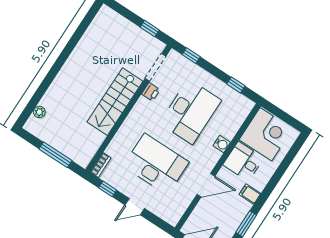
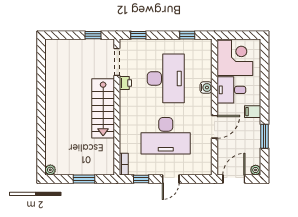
plant: (39, 112) -> (50, 170), moved
window: (55, 155) -> (84, 179), width x0.69
desk: (156, 164) -> (166, 136), turned 180

